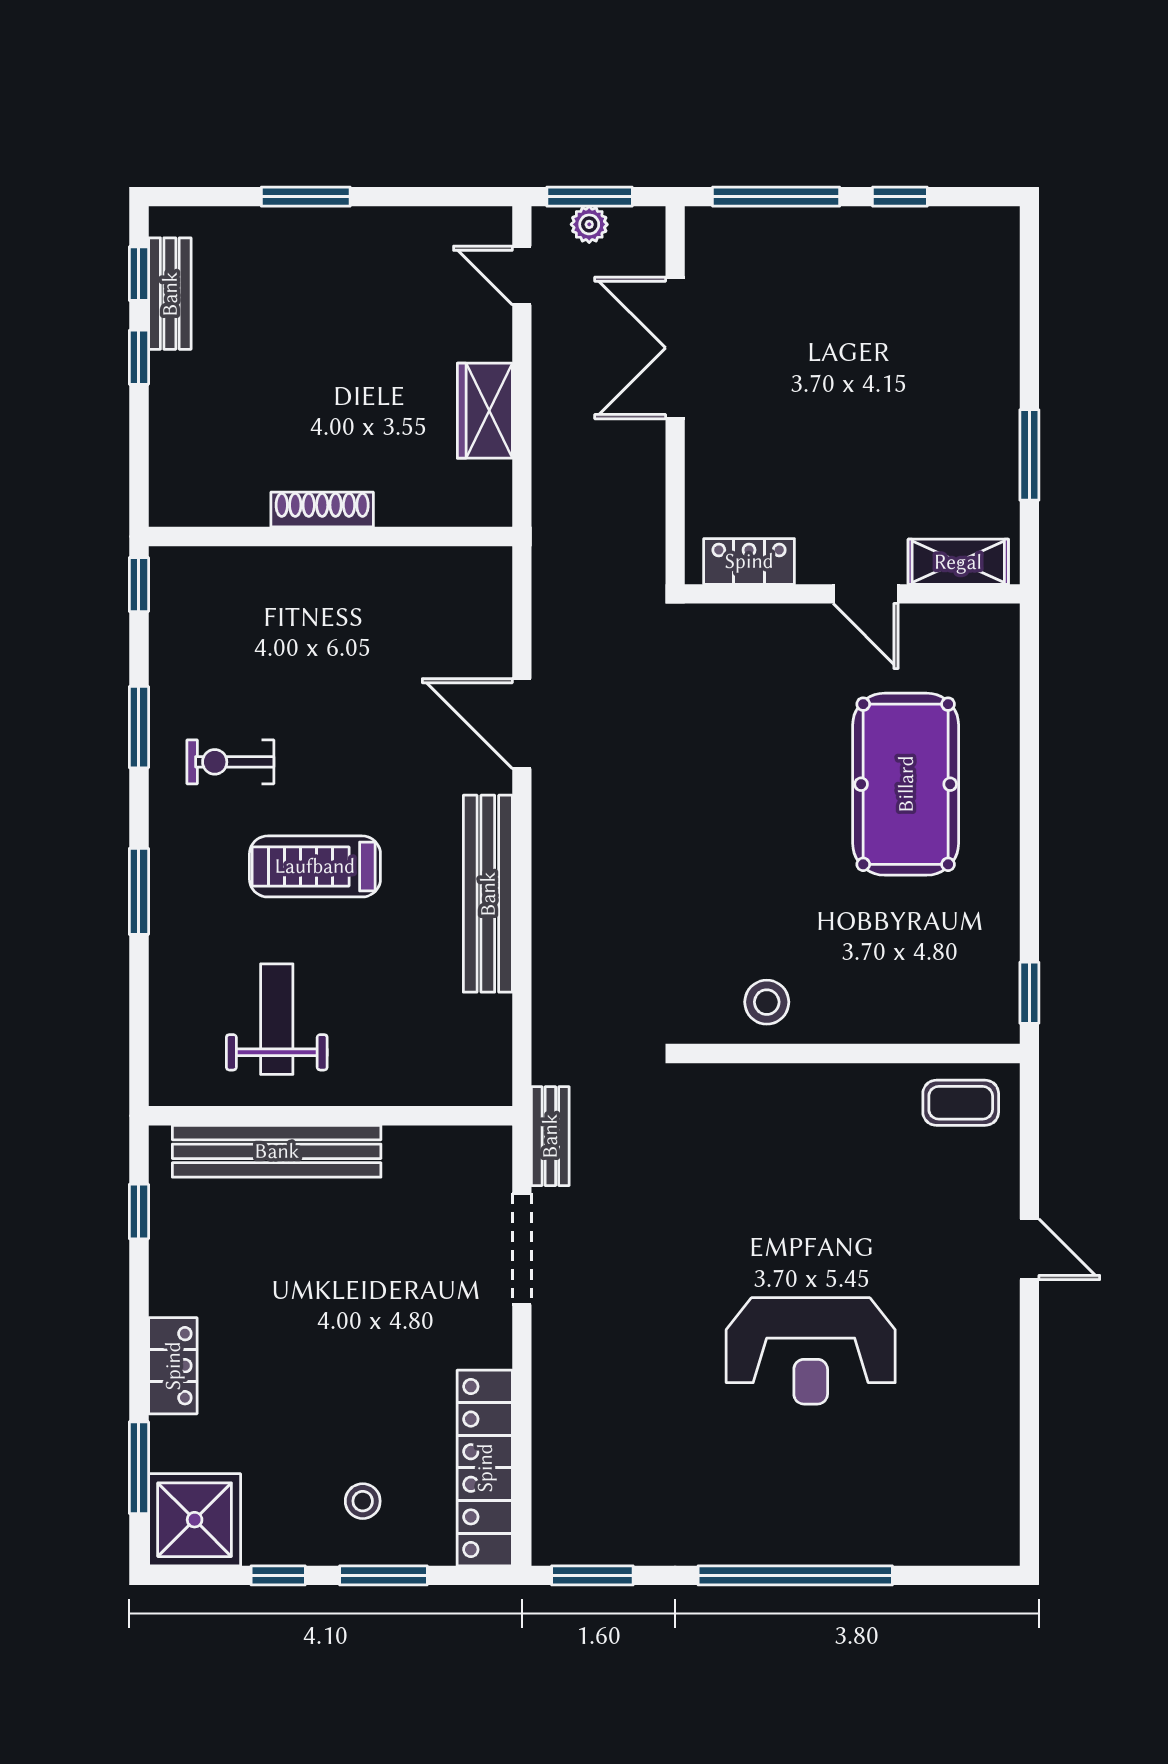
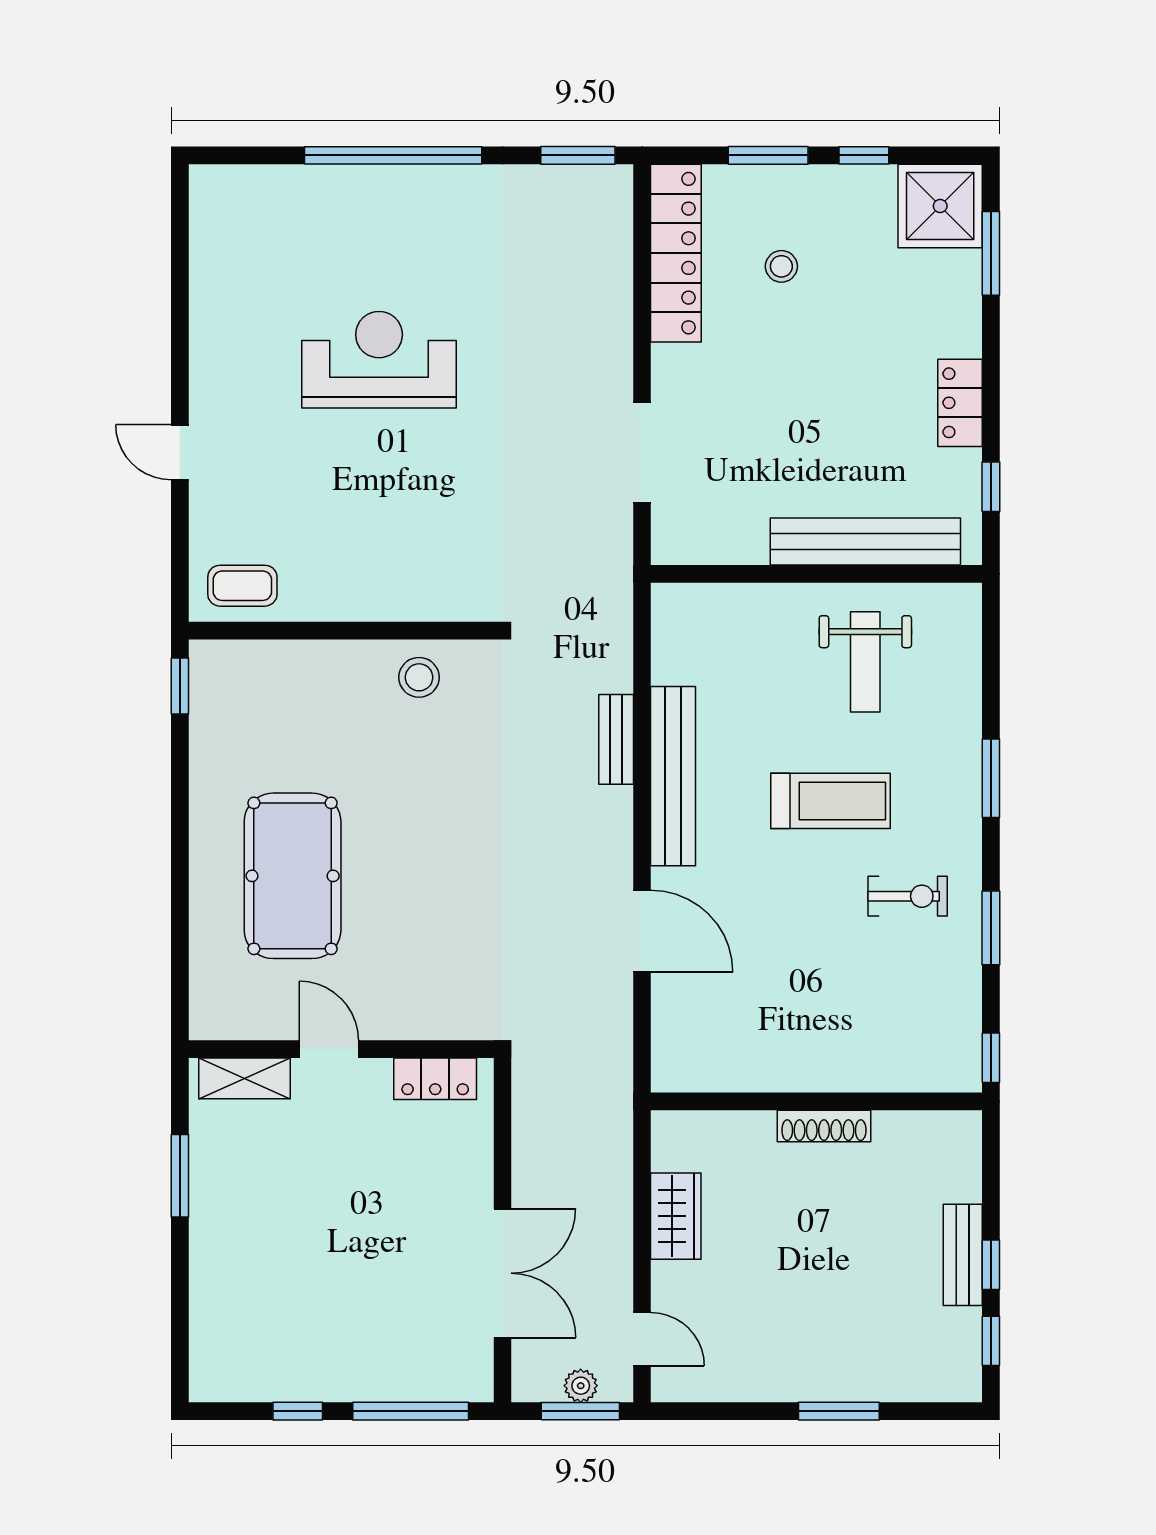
bench: (170, 294) -> (963, 1255), moved
bench: (550, 1136) -> (616, 739), moved
locker: (173, 1366) -> (960, 403), moved
stool: (363, 1501) -> (781, 266), moved

